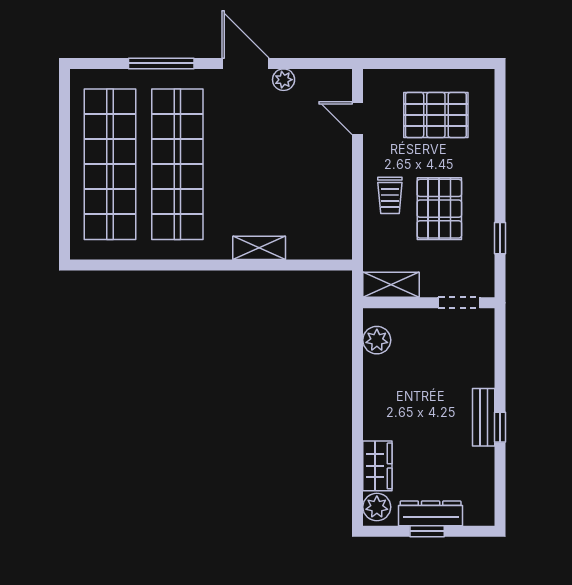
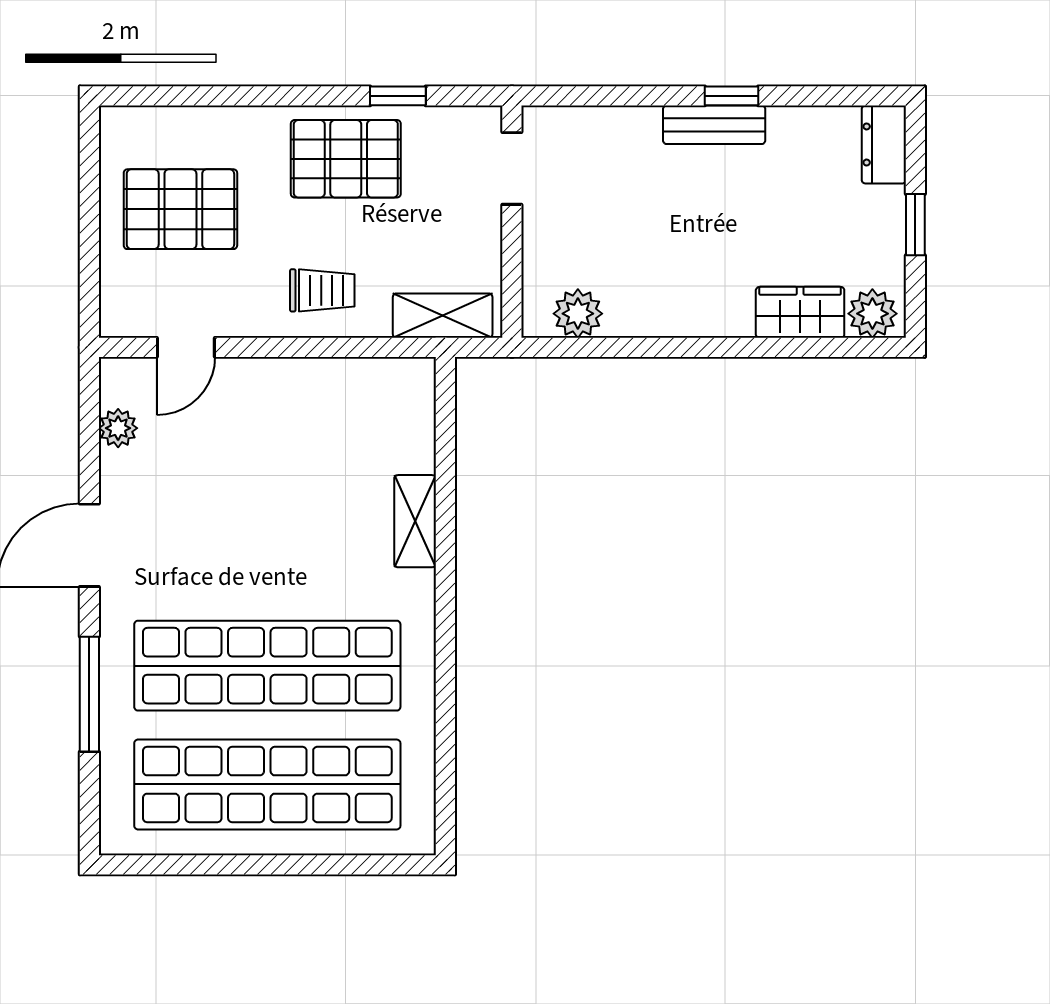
plant: (284, 80) -> (118, 428), moved
pallet: (436, 115) -> (180, 209), turned 90
pallet: (439, 209) -> (346, 159), moved
shelving: (391, 285) -> (443, 316), moved, turned 90
dresser: (431, 513) -> (884, 144), moved, width x0.70

